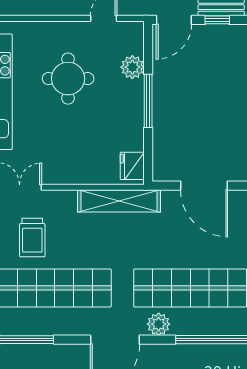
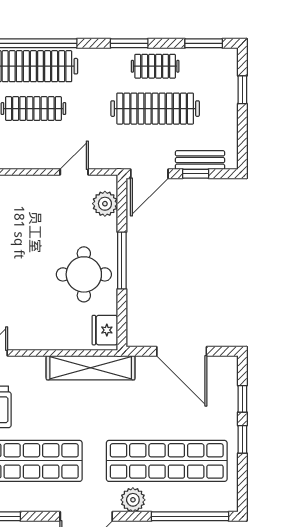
plant: (132, 67) -> (105, 204), moved
round table: (68, 79) -> (84, 274), moved

